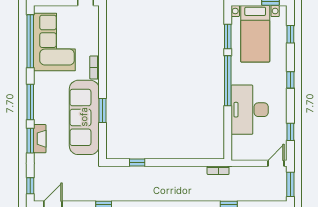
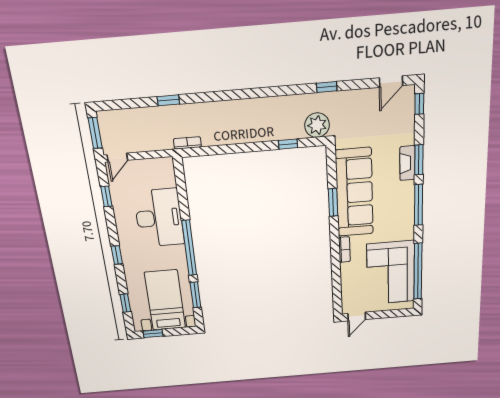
plant: (113, 176) -> (317, 125), added

